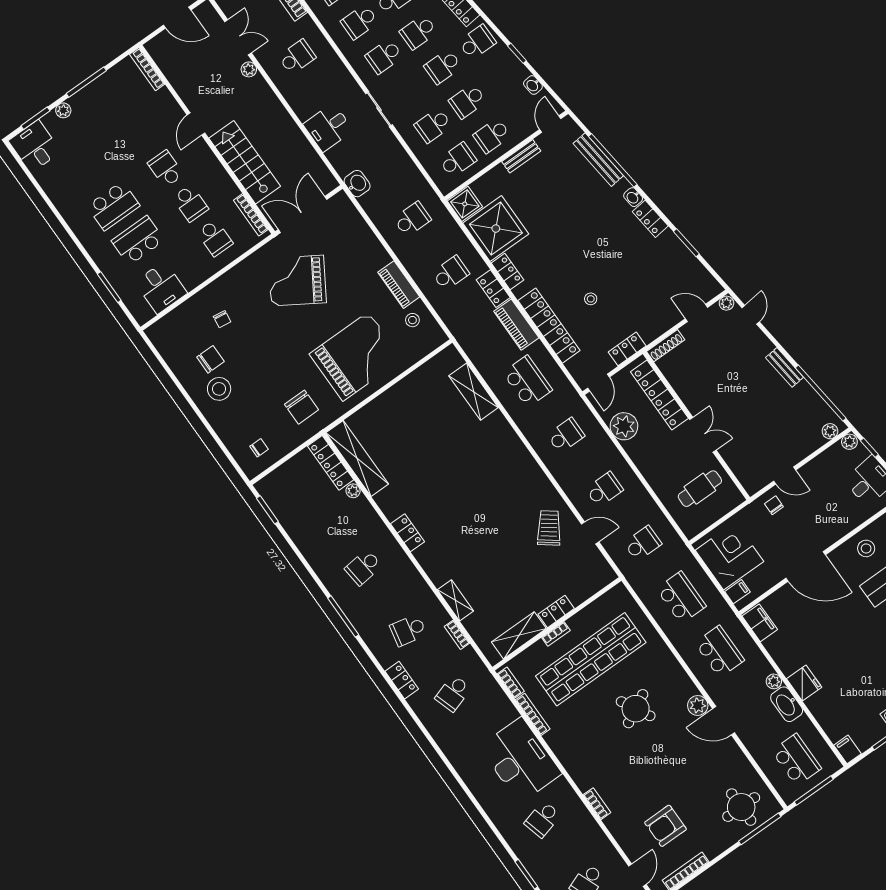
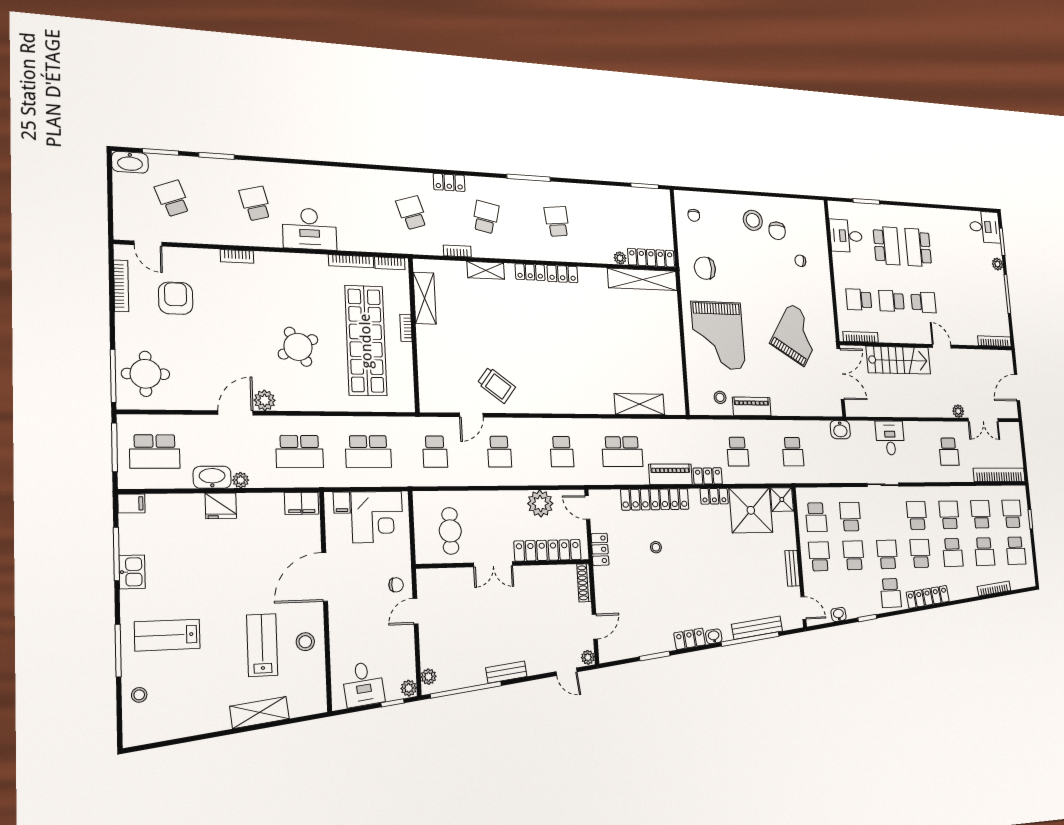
locker: (556, 611) -> (530, 272), moved, turned 90
desk: (520, 760) -> (310, 229), width x0.73, depth x0.77

